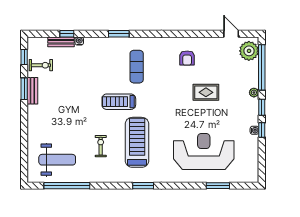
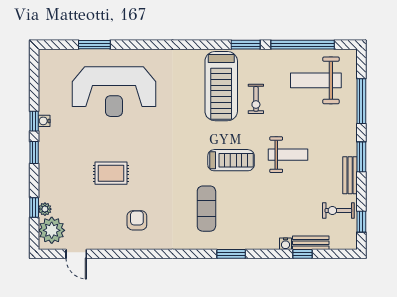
window: (262, 67) -> (34, 208), width x0.32
window: (24, 89) -> (361, 157), moved
plant: (254, 93) -> (45, 209), moved
weight bench: (77, 106) -> (288, 155), added
treadmill: (137, 142) -> (221, 86), moved
window: (24, 145) -> (361, 101), added
window: (143, 186) -> (246, 45), moved

